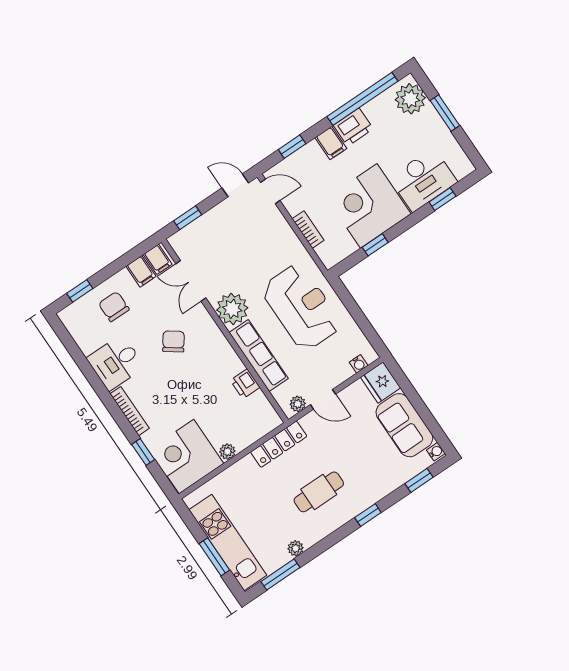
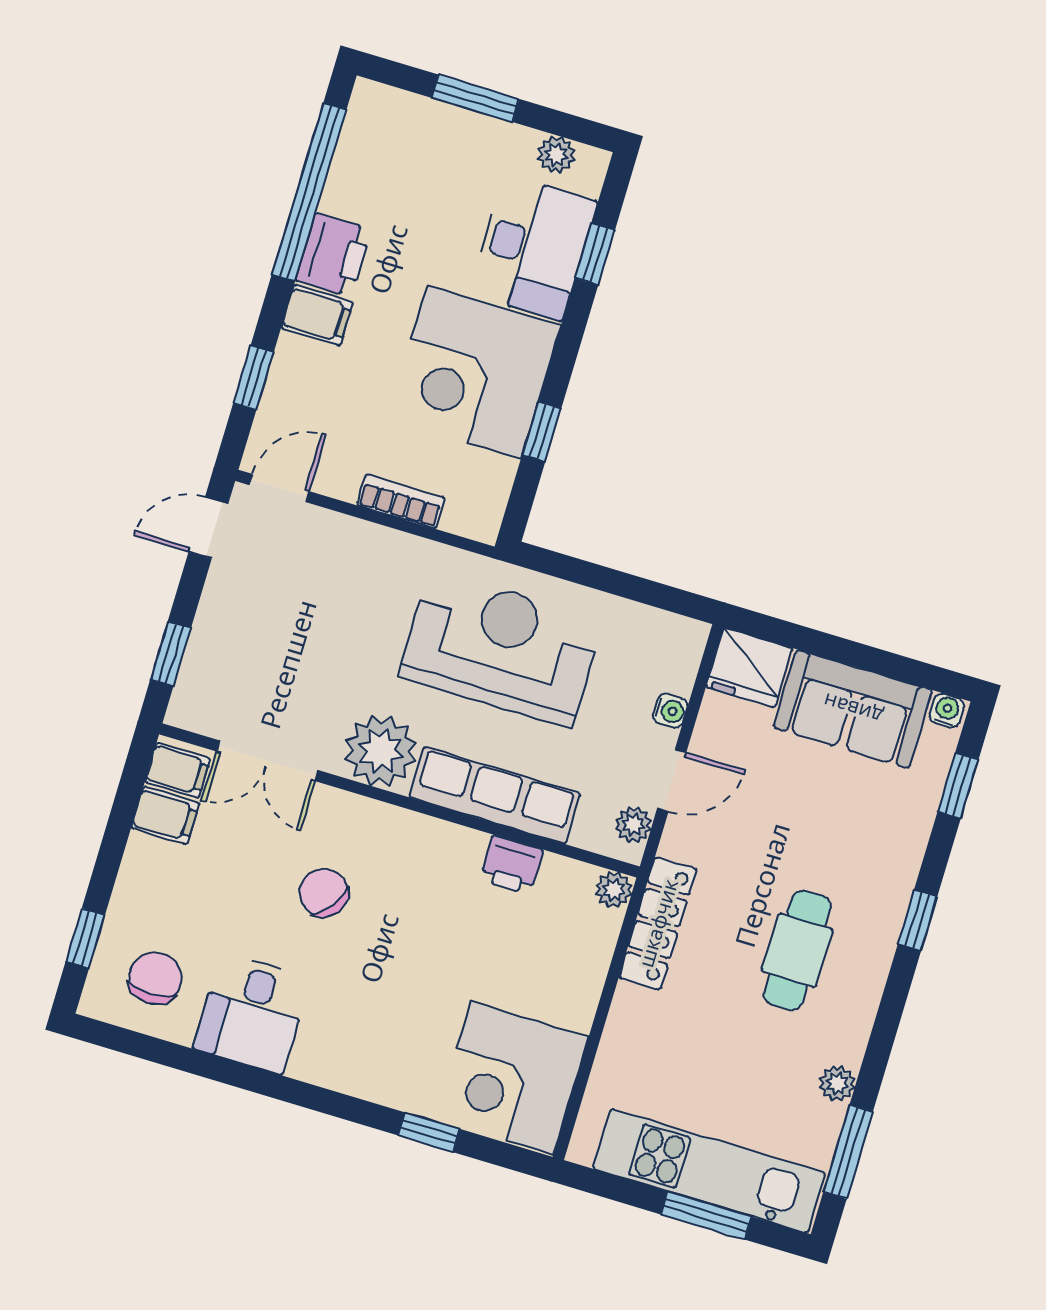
plant: (410, 99) -> (556, 155), moved, width x0.53, depth x0.53
chair: (114, 307) -> (155, 978), moved, turned 90
water cooler: (359, 364) -> (670, 711), moved
bookcase: (130, 411) -> (346, 1079), removed
plant: (227, 452) -> (614, 890), moved

